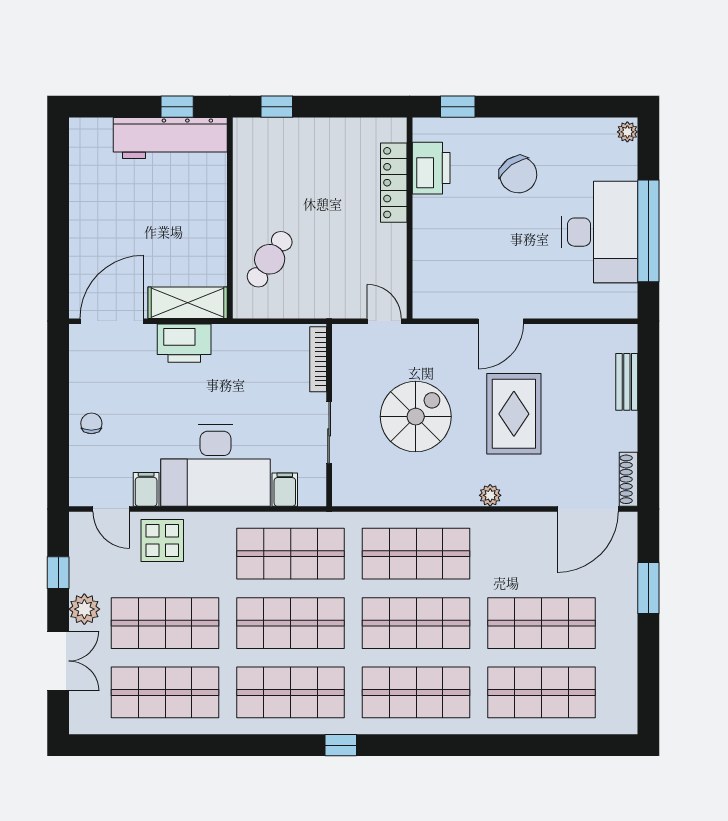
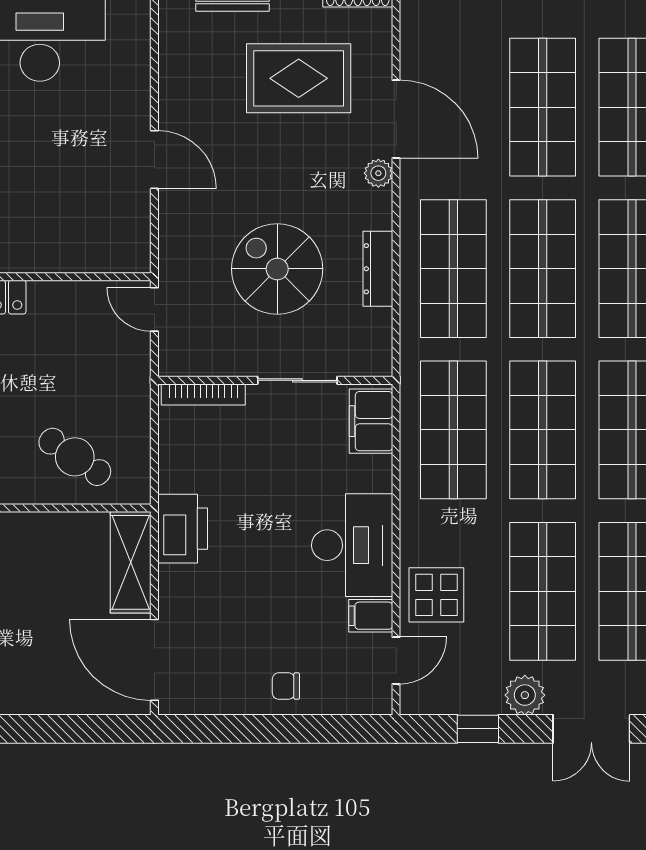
door: (384, 321) -> (154, 309), hinge flipped
printer: (184, 343) -> (183, 529), moved
rug: (514, 414) -> (299, 78), moved
desk: (216, 465) -> (352, 545), width x0.73, depth x0.77
filing cabinet: (285, 490) -> (371, 421), width x2.00
dresser: (416, 495) -> (378, 269), added
door: (588, 509) -> (396, 119), moved
double door: (58, 661) -> (591, 729), swing flipped

